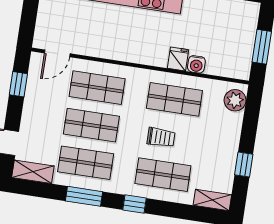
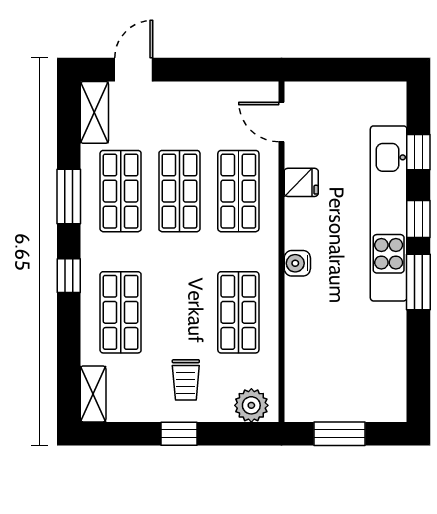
fridge: (178, 59) -> (301, 182), moved
water cooler: (196, 64) -> (297, 263), moved
window: (18, 84) -> (225, 70), removed
trolley: (161, 137) -> (186, 380), moved
window: (244, 164) -> (179, 434), moved

